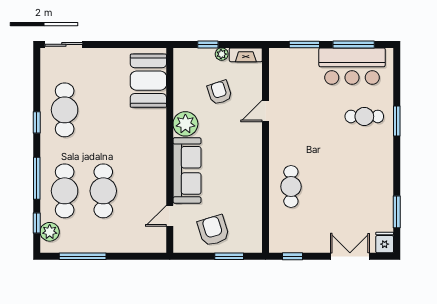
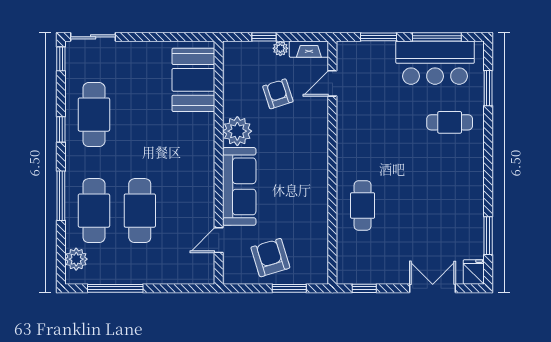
door: (266, 111) -> (332, 83), moved
window: (397, 121) -> (488, 88), moved
window: (37, 223) -> (61, 59), moved

